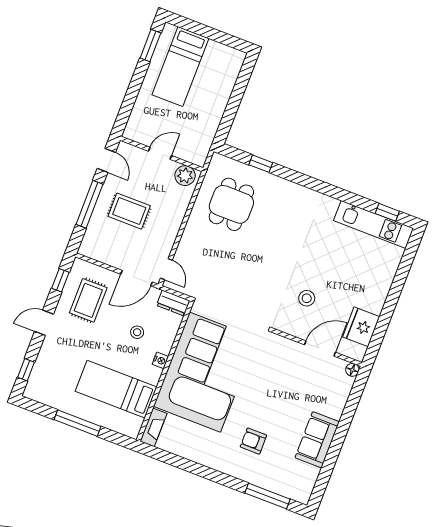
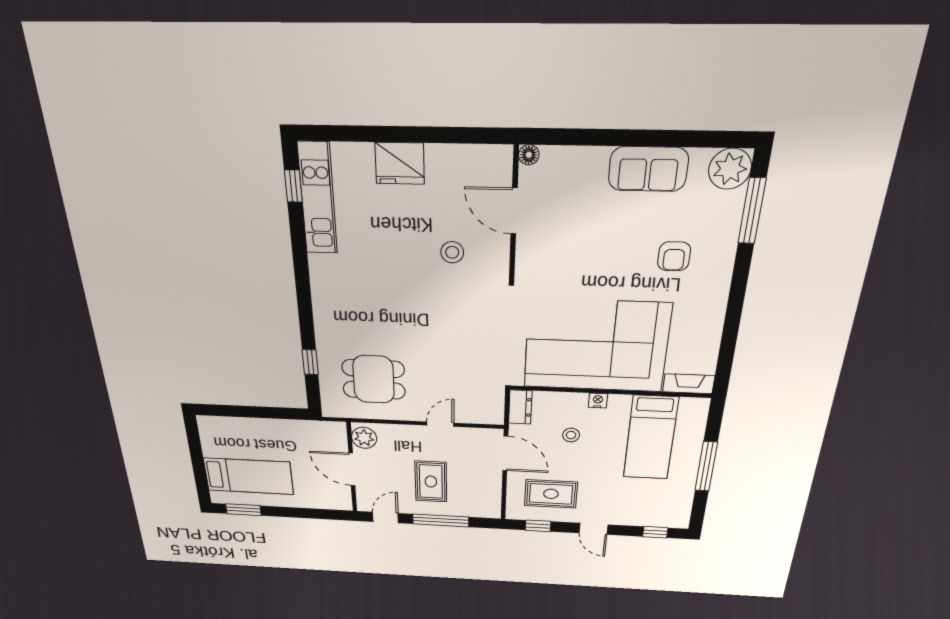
door: (160, 153) -> (352, 469), width x1.38
door: (166, 269) -> (440, 424), moved
fridge: (361, 327) -> (400, 163), moved
plant: (300, 489) -> (730, 169), added

